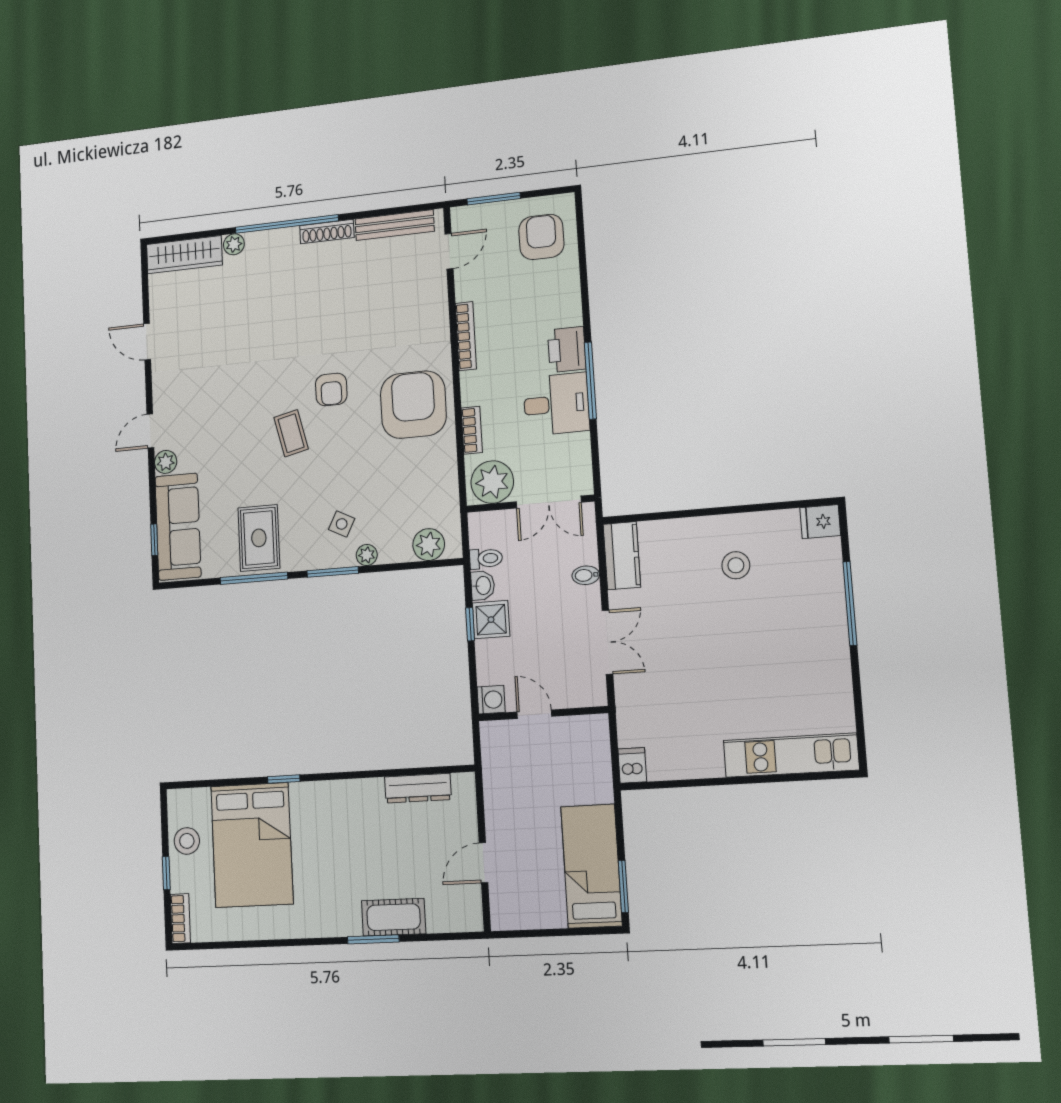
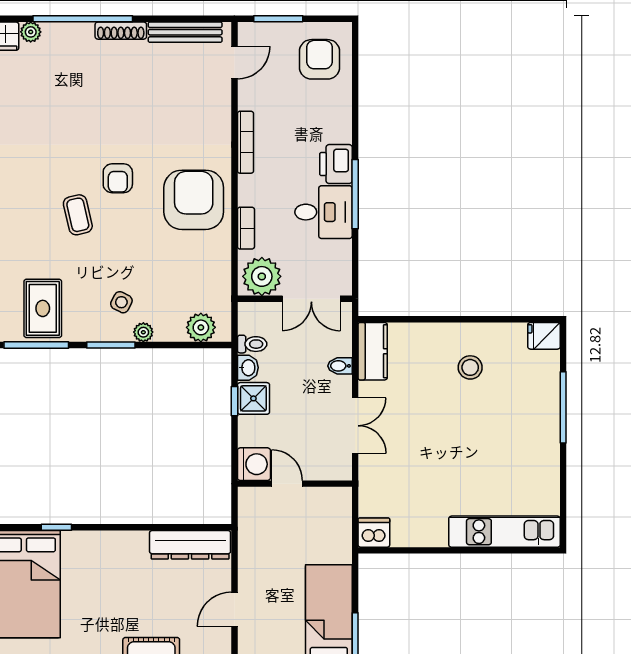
washing machine: (491, 700) -> (254, 464), width x1.38, depth x1.38
dishwasher: (632, 765) -> (374, 533), width x1.38
dresser: (418, 788) -> (190, 545), width x1.37, depth x1.24

